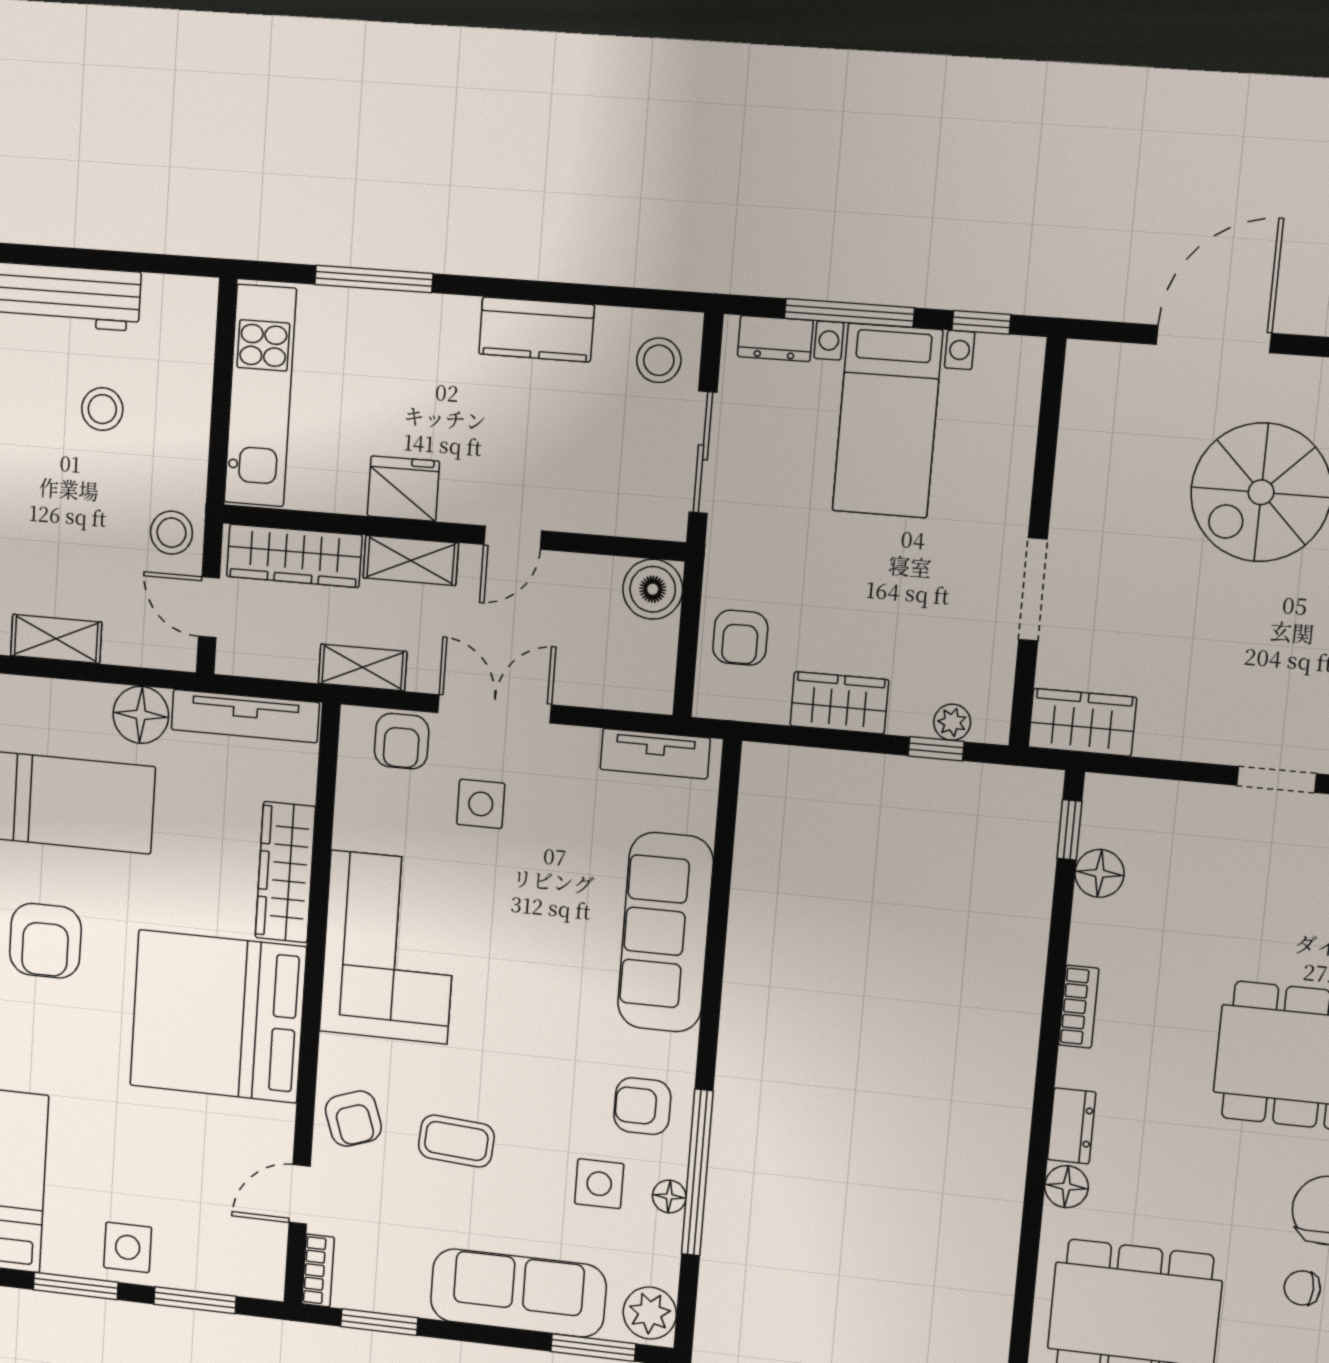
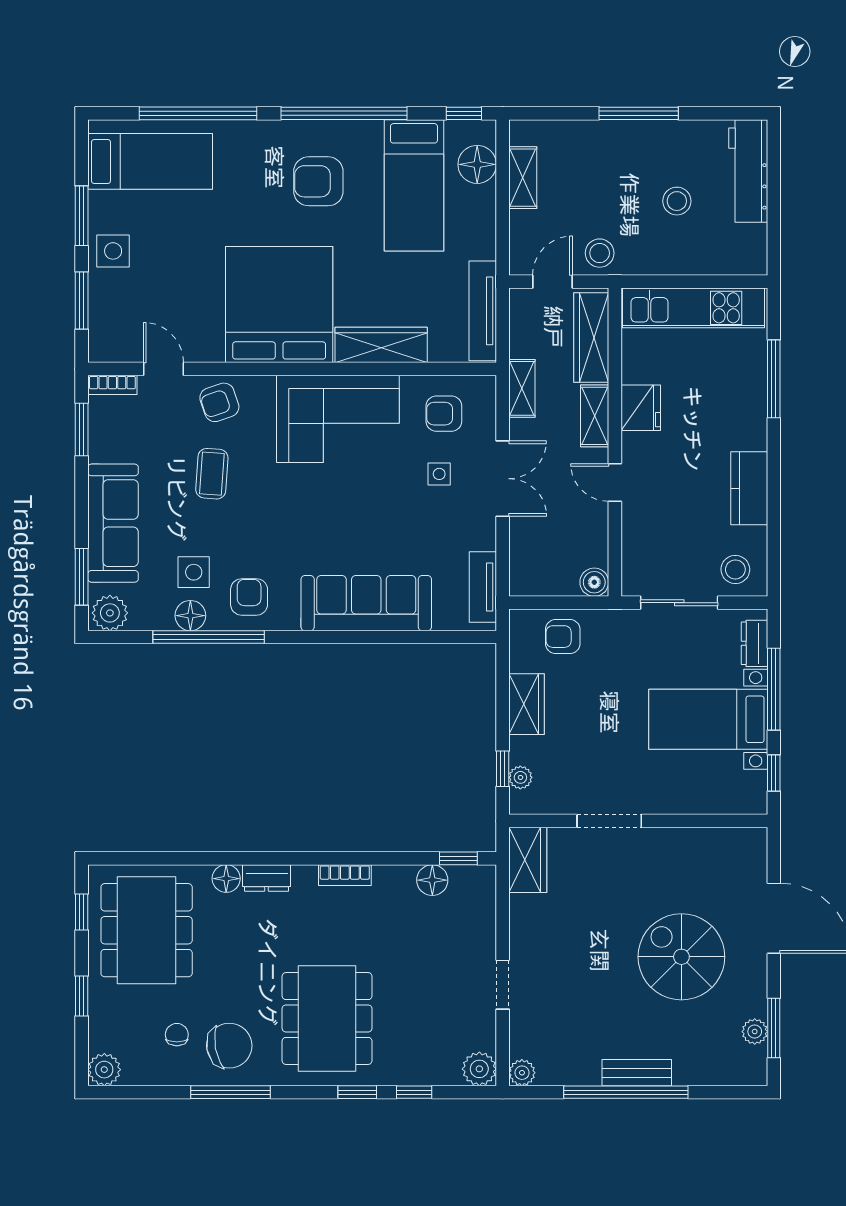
boiler: (653, 589) -> (594, 582), width x0.73, depth x0.73
floor lamp: (141, 715) -> (477, 164), moved
armchair: (402, 741) -> (444, 414), moved
side table: (481, 804) -> (439, 474), width x0.73, depth x0.73
floor lamp: (669, 1196) -> (190, 616), width x1.37, depth x1.37

